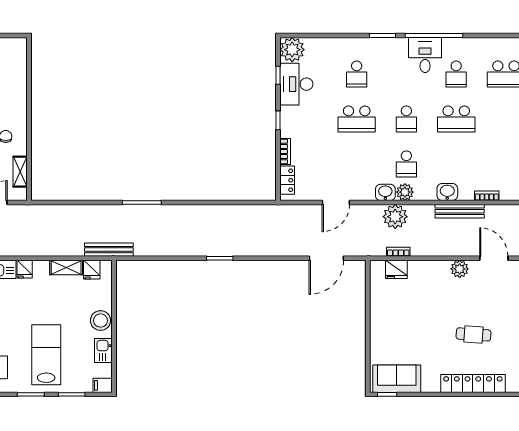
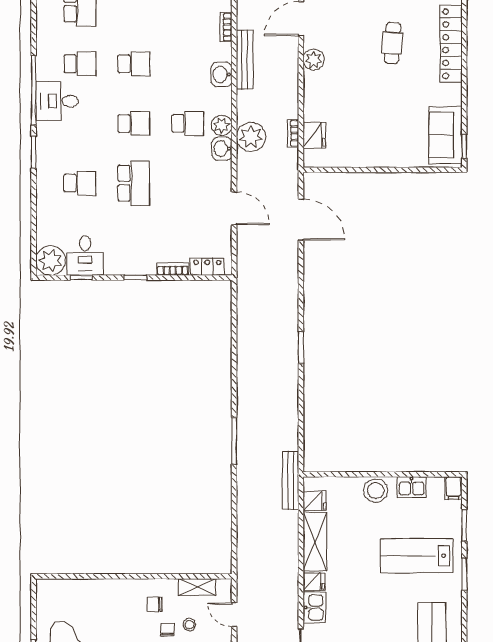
desk: (296, 84) -> (85, 256), width x0.73
school desk: (456, 119) -> (134, 64), width x0.54
shelving: (66, 267) -> (315, 542), width x1.50, depth x1.33

